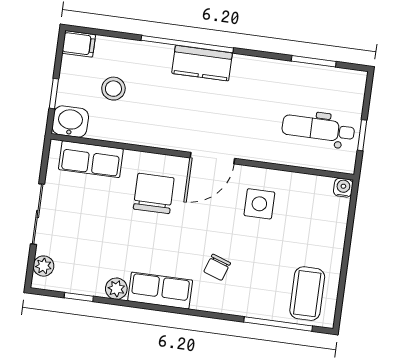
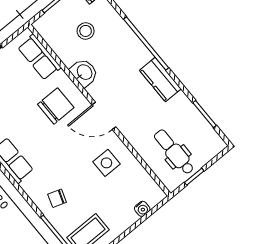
kitchen counter: (202, 63) -> (160, 80), moved
washbasin: (70, 122) -> (84, 73), moved
water cooler: (343, 188) -> (142, 209), moved, turned 90
chair: (217, 267) -> (57, 198), moved

